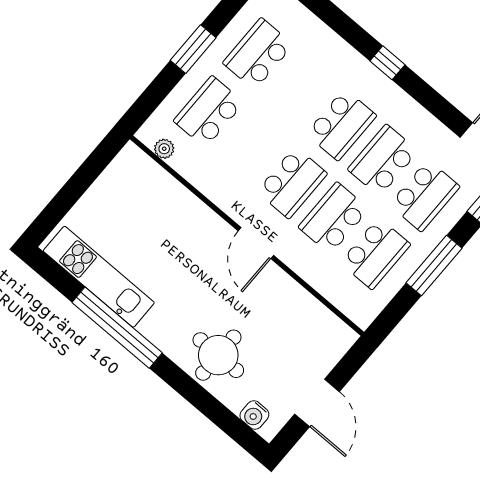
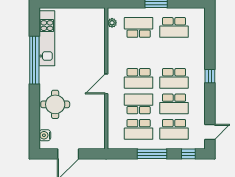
school desk: (258, 54) -> (174, 27), turned 180
school desk: (383, 160) -> (174, 104), turned 180

